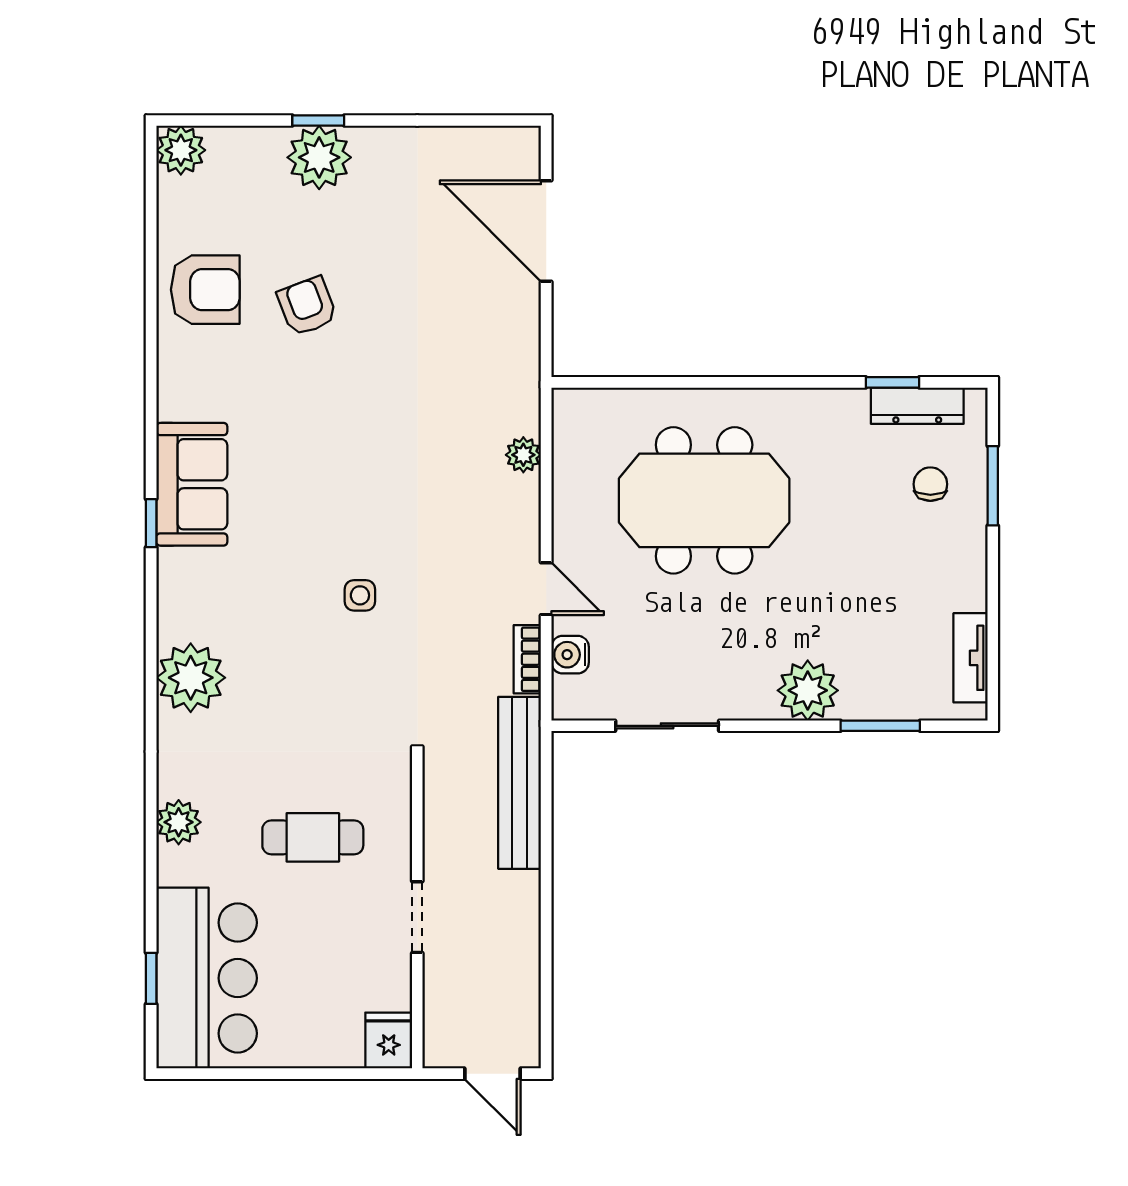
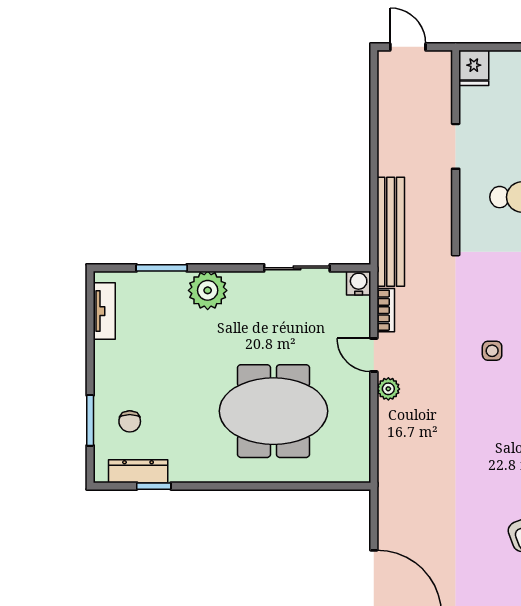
plant: (523, 455) -> (388, 389), moved
water cooler: (570, 655) -> (359, 283), moved, turned -90

